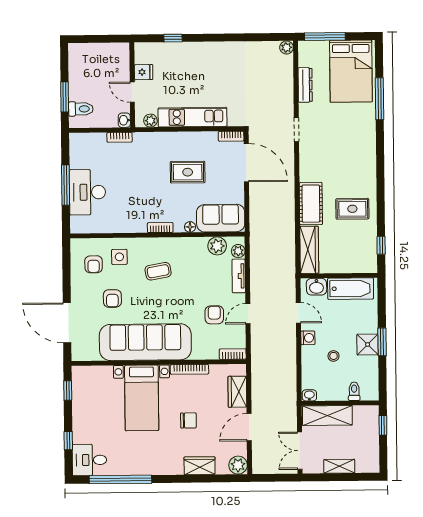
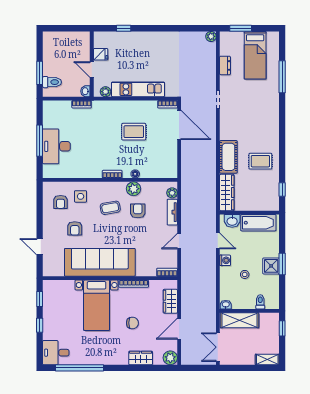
window: (325, 36) -> (241, 28), width x0.69
bed: (351, 71) -> (255, 55), width x0.67
dresser: (305, 85) -> (225, 65), width x0.70
sofa: (221, 218) -> (159, 167), removed
plant: (217, 246) -> (133, 189), moved
armchair: (214, 315) -> (138, 211), moved
door: (67, 323) -> (40, 247), width x0.53
window: (68, 441) -> (40, 325), moved
shelving: (339, 466) -> (267, 359), moved

